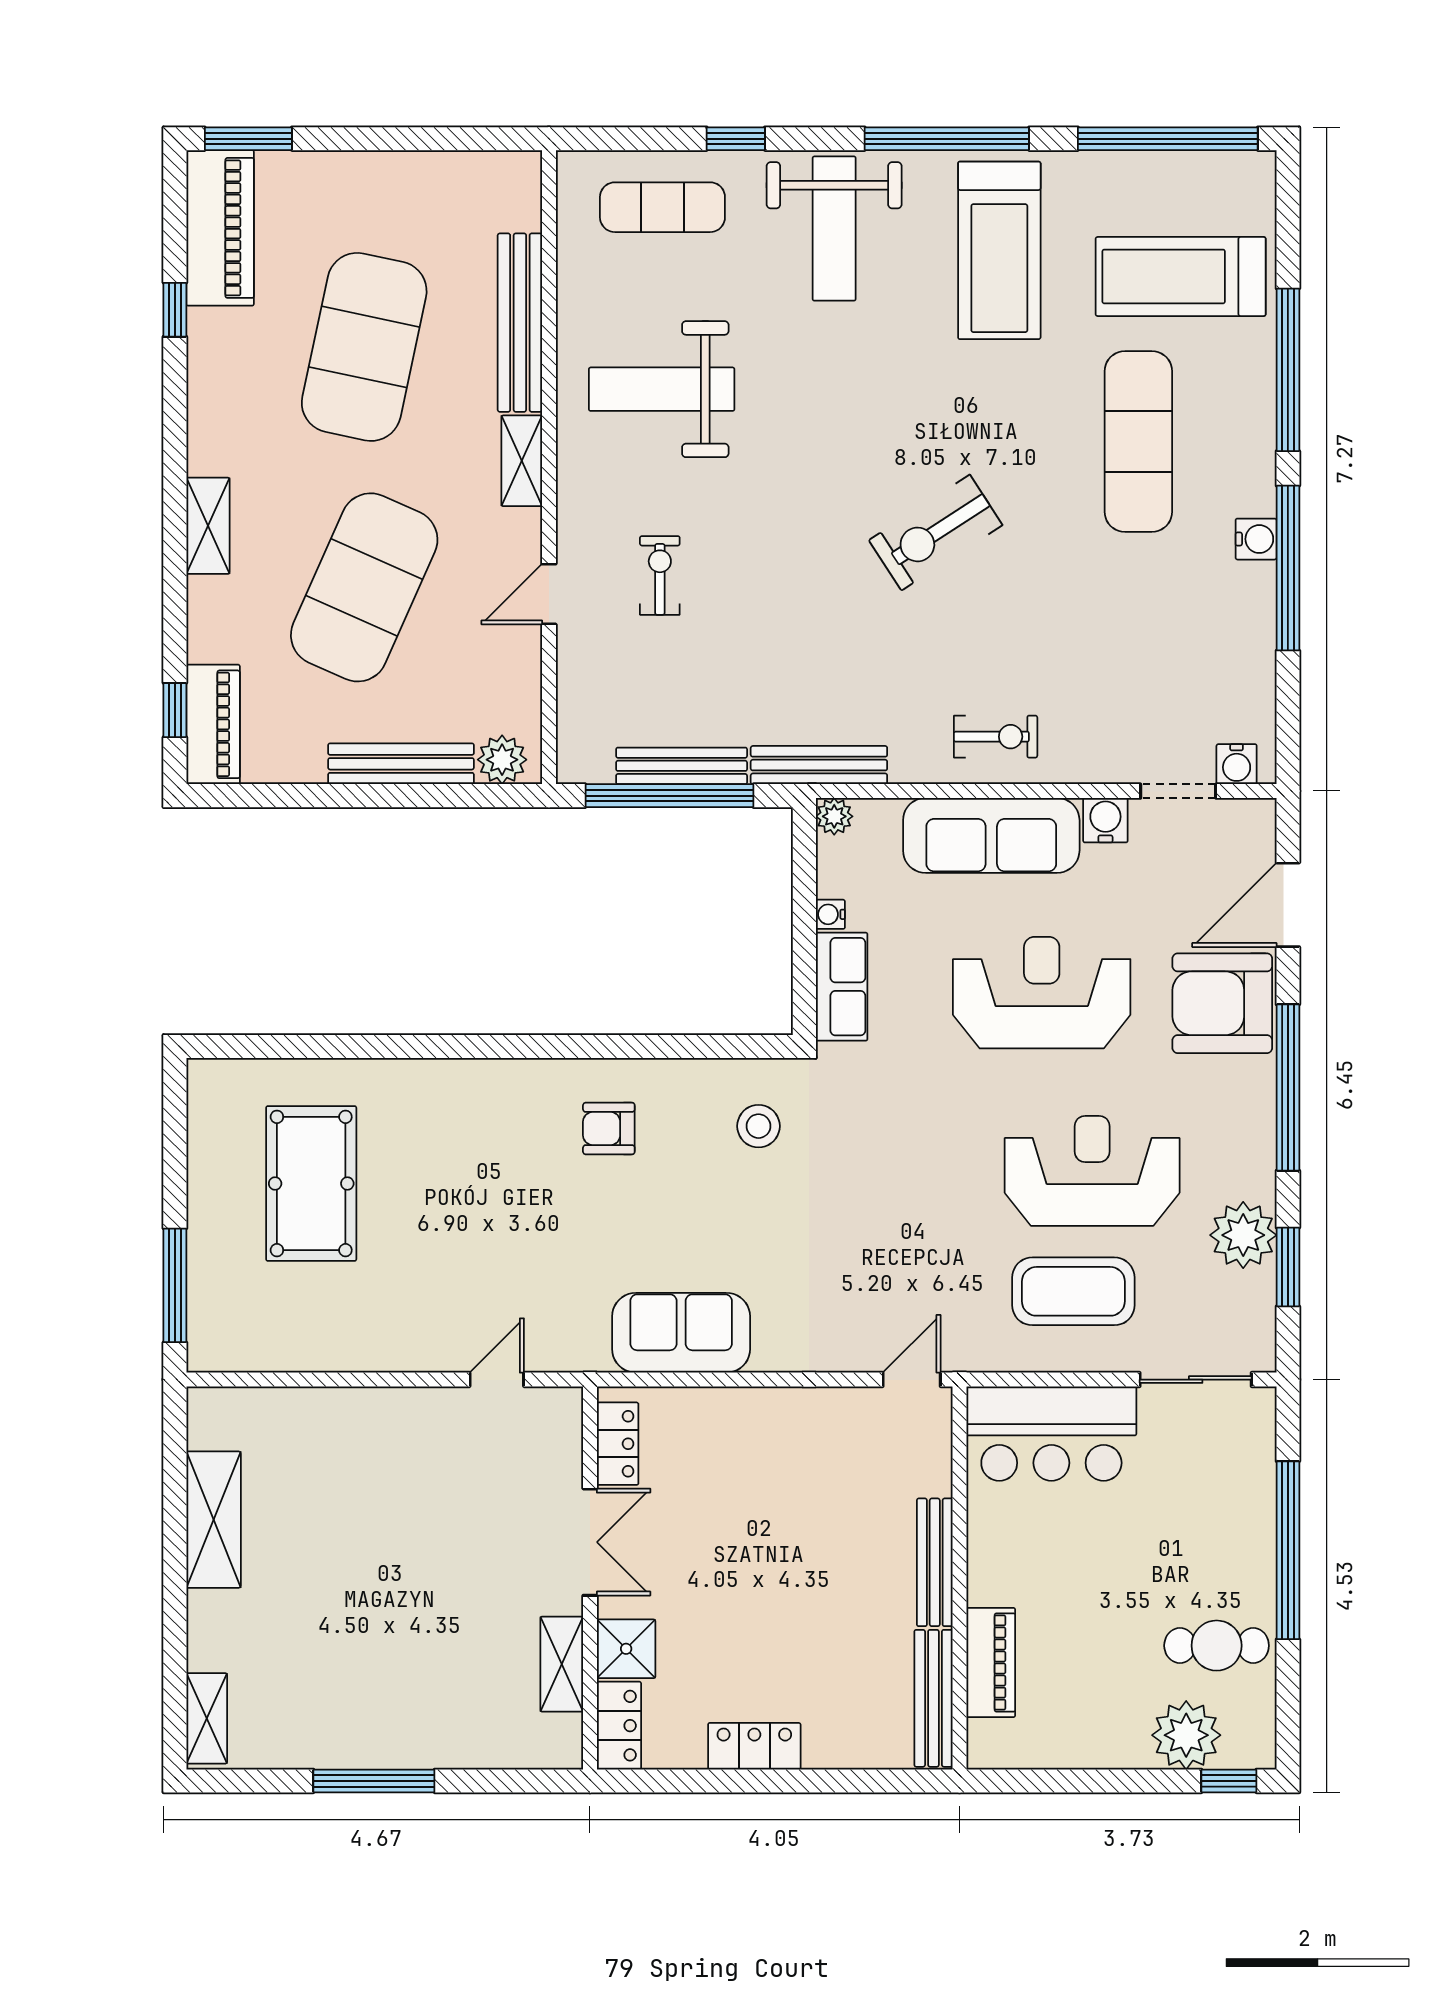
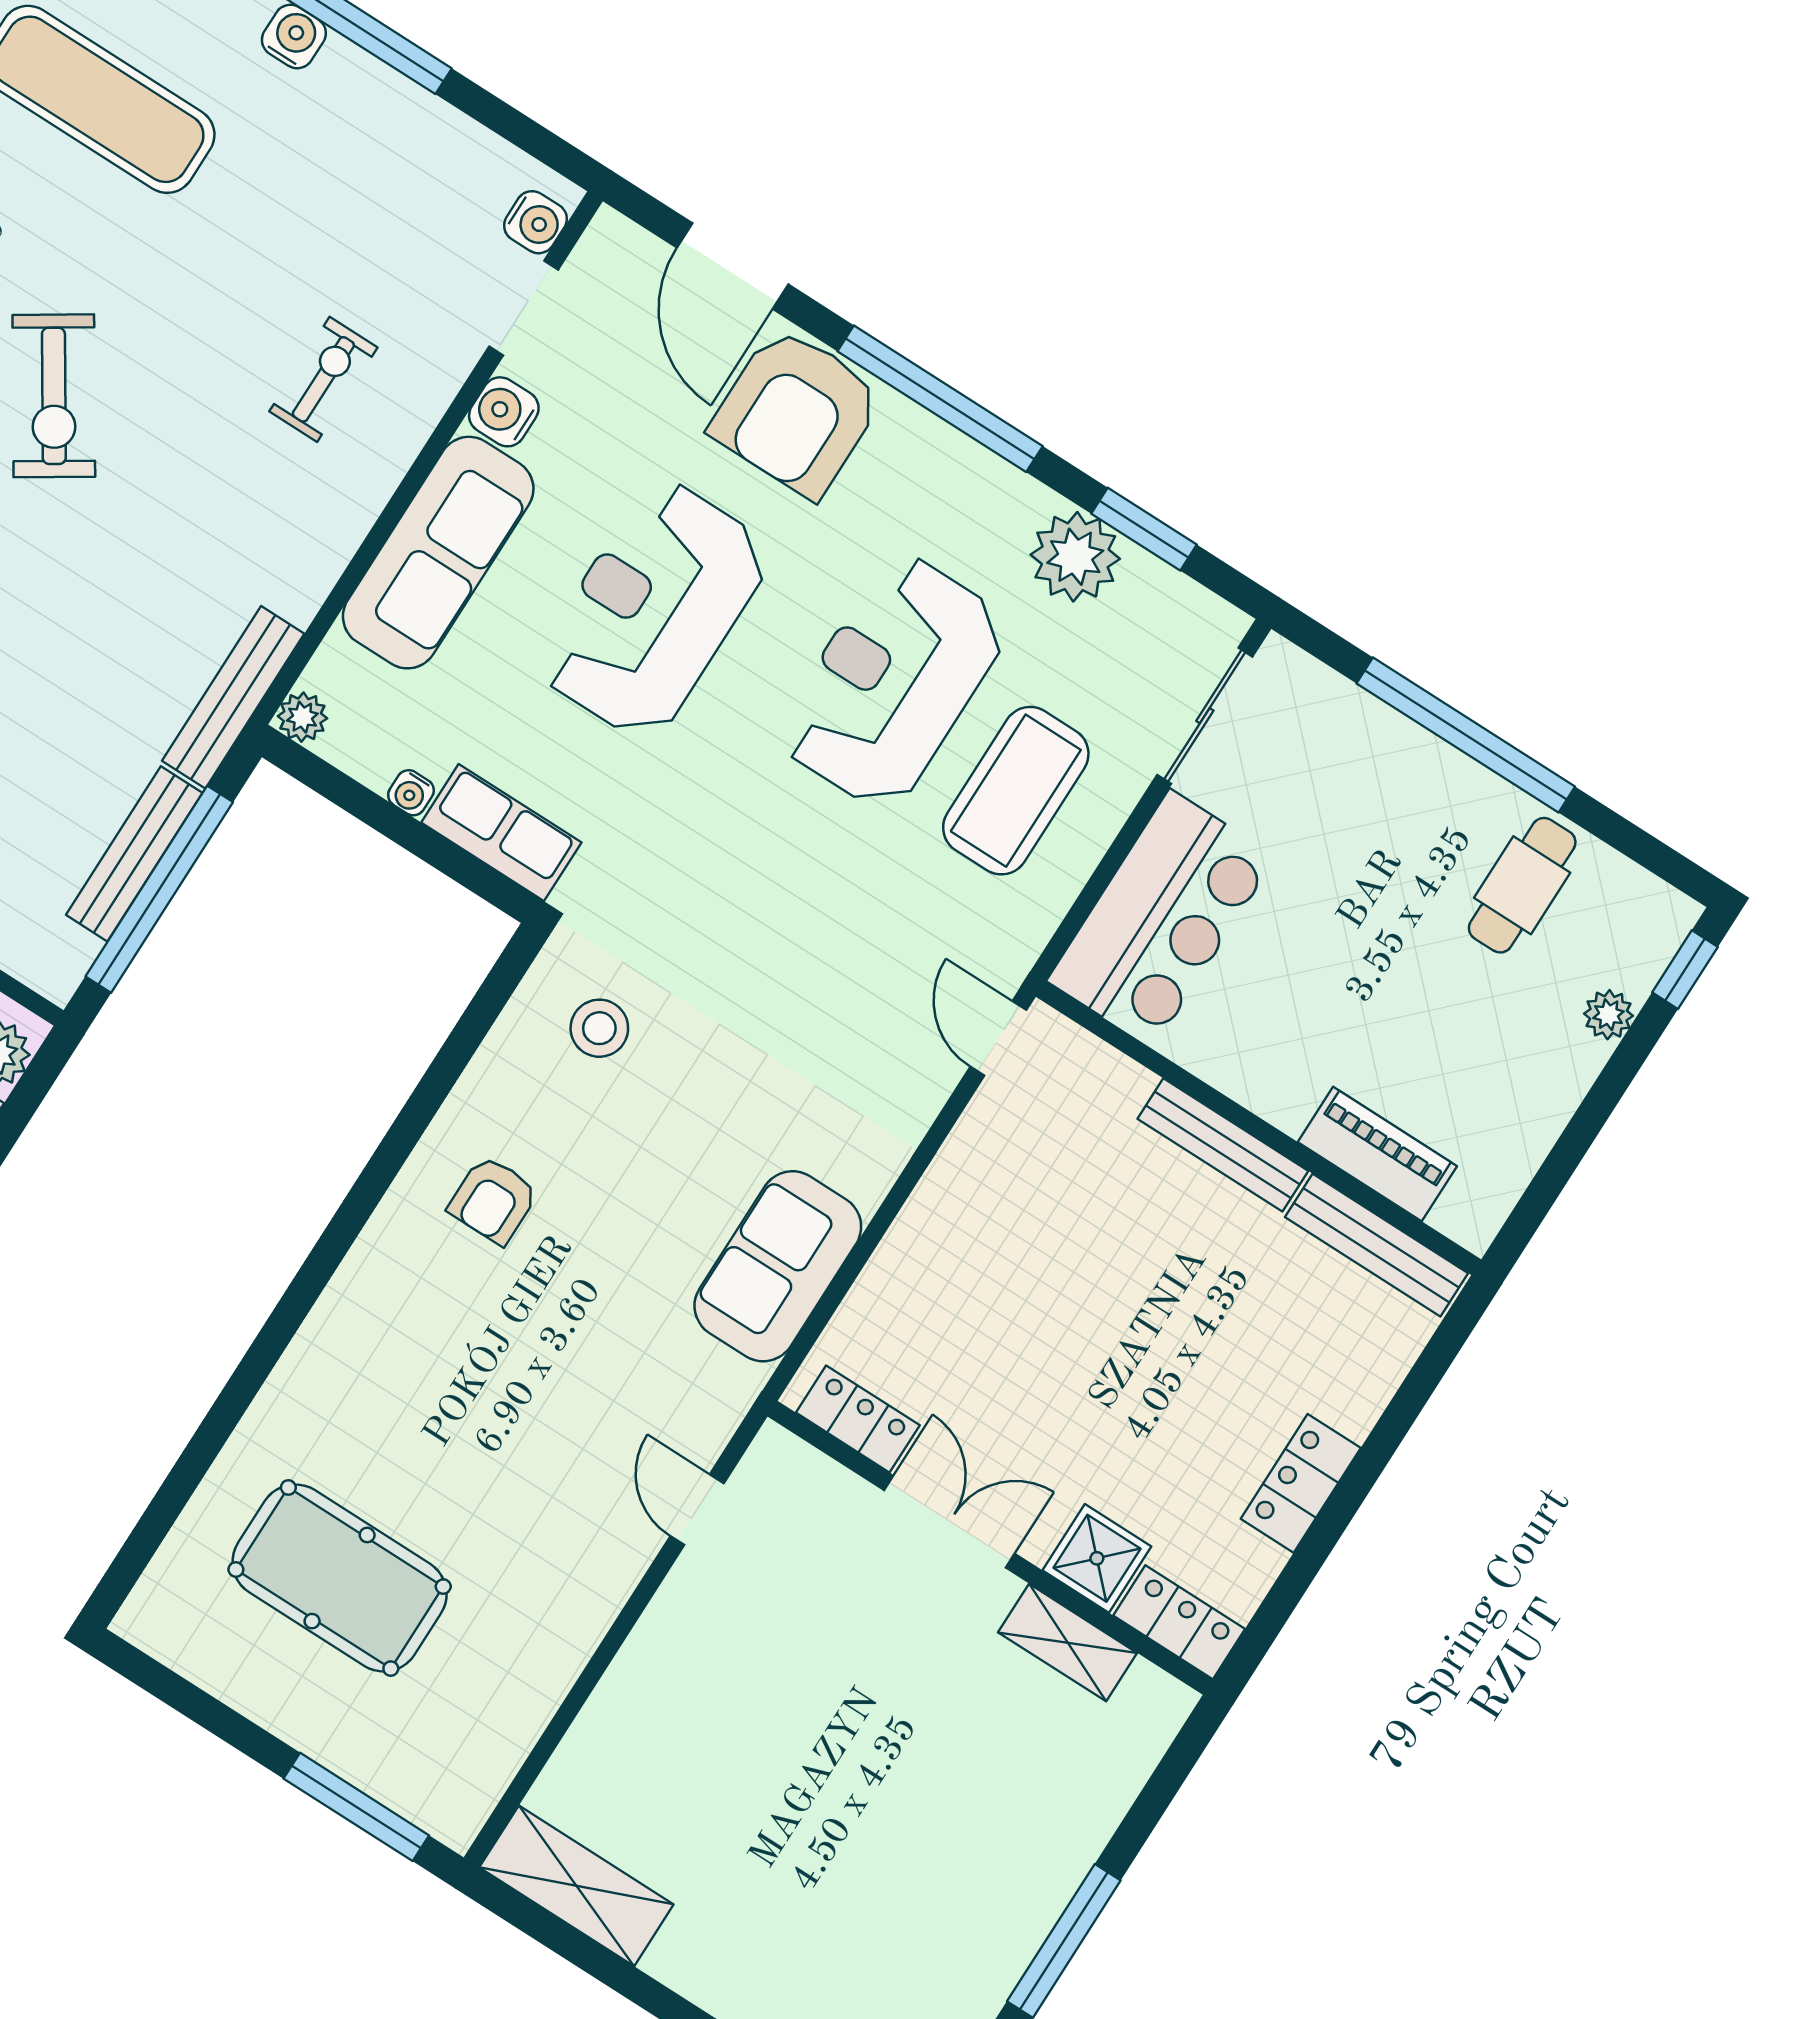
exercise bike: (996, 737) -> (323, 379), moved
shelving: (214, 1520) -> (576, 1886), moved
plant: (1186, 1735) -> (1609, 1015), width x0.53, depth x0.53

